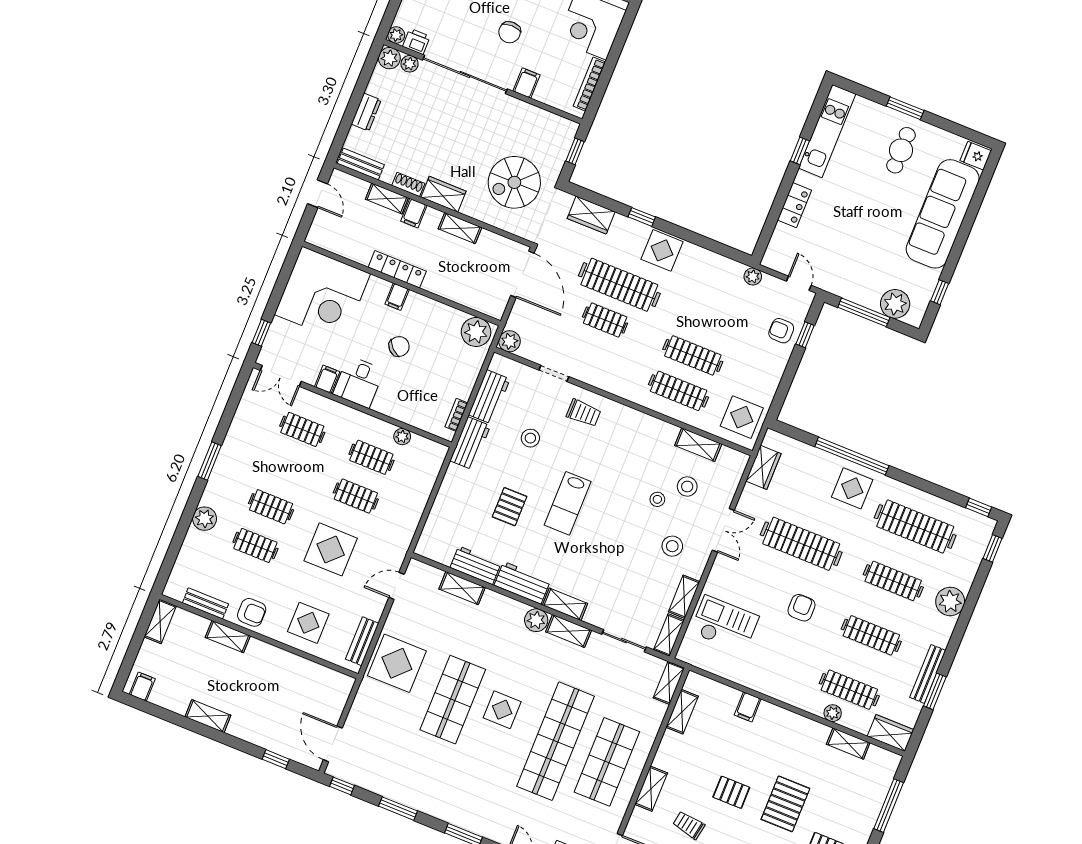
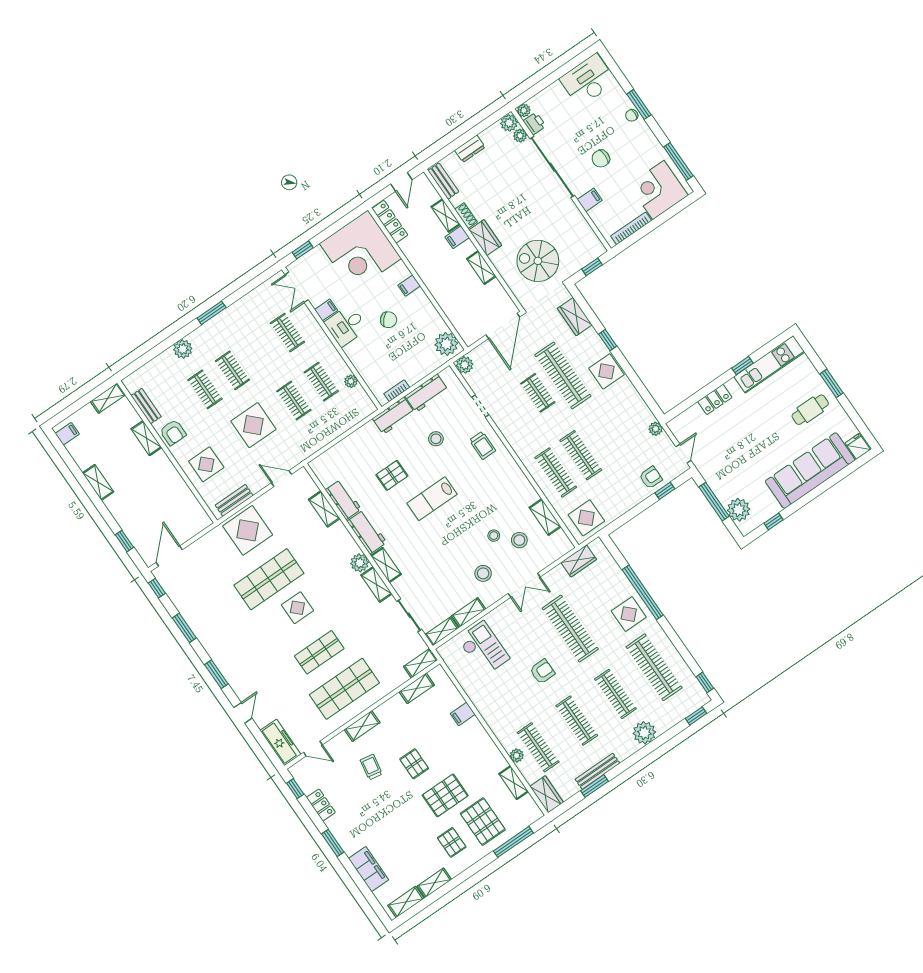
locker: (397, 269) -> (390, 222), moved
armchair: (781, 331) -> (651, 478), turned 90
shop shelf: (556, 741) -> (319, 652), width x0.50, depth x0.74
pallet: (843, 805) -> (483, 822), added

